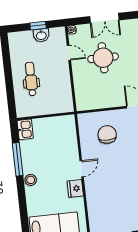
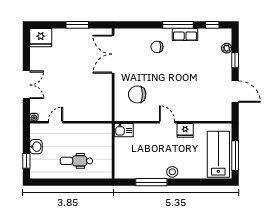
window: (38, 26) -> (26, 161), moved
round table: (103, 58) -> (64, 90), removed
kitchen sink: (25, 129) -> (124, 130), moved, turned 180

